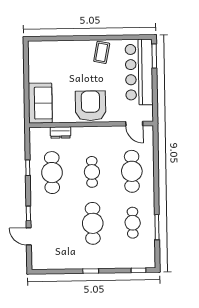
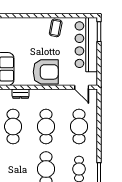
armchair: (90, 106) -> (46, 72), turned 90
cafe table: (92, 172) -> (46, 127), width x1.37, depth x1.35

